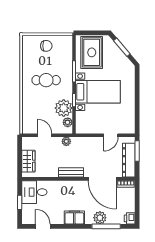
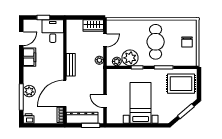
cafe table: (46, 80) -> (156, 42), width x1.37, depth x1.35
bed with nightstands: (98, 92) -> (141, 103), moved, turned 180
wardrobe: (28, 161) -> (93, 25), moved
filing cabinet: (74, 217) -> (29, 57), moved

